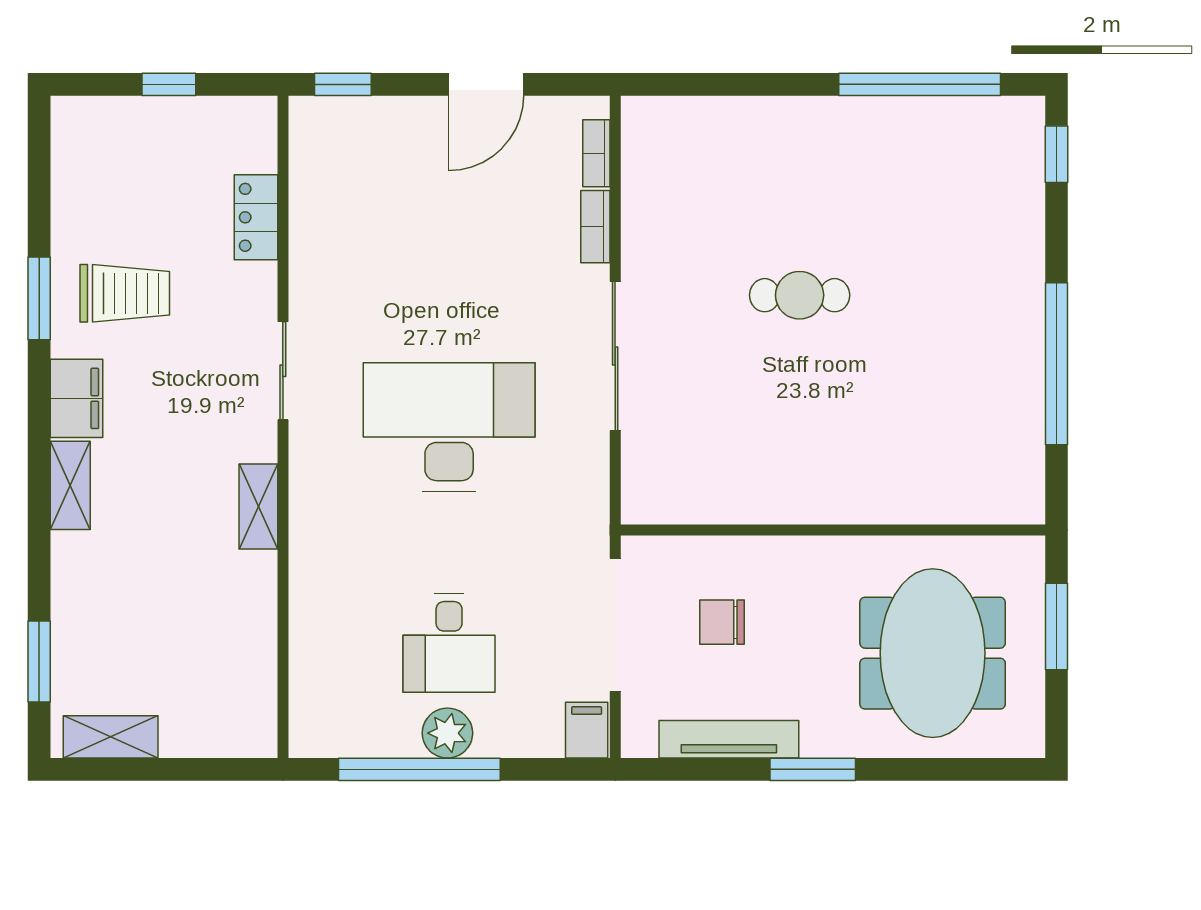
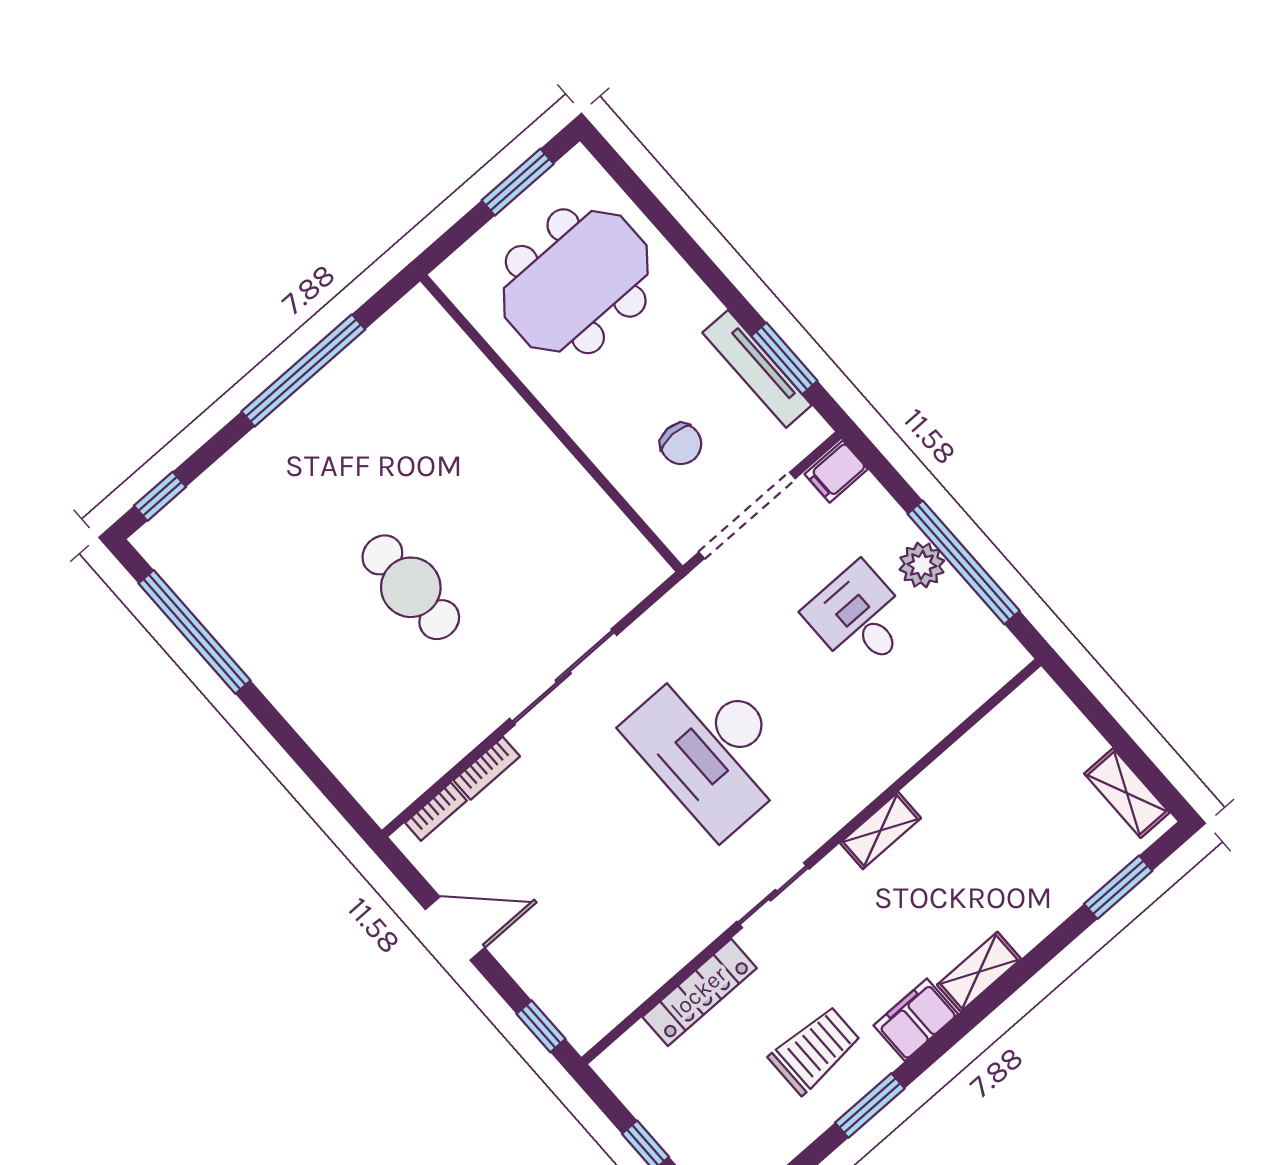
locker: (256, 217) -> (699, 992), width x1.53
trolley: (125, 293) -> (815, 1050), turned 90
cafe table: (800, 295) -> (411, 587), width x1.37, depth x1.35
window: (1056, 627) -> (518, 182), moved
desk: (449, 643) -> (859, 618), turned -90
window: (813, 769) -> (784, 358), moved

